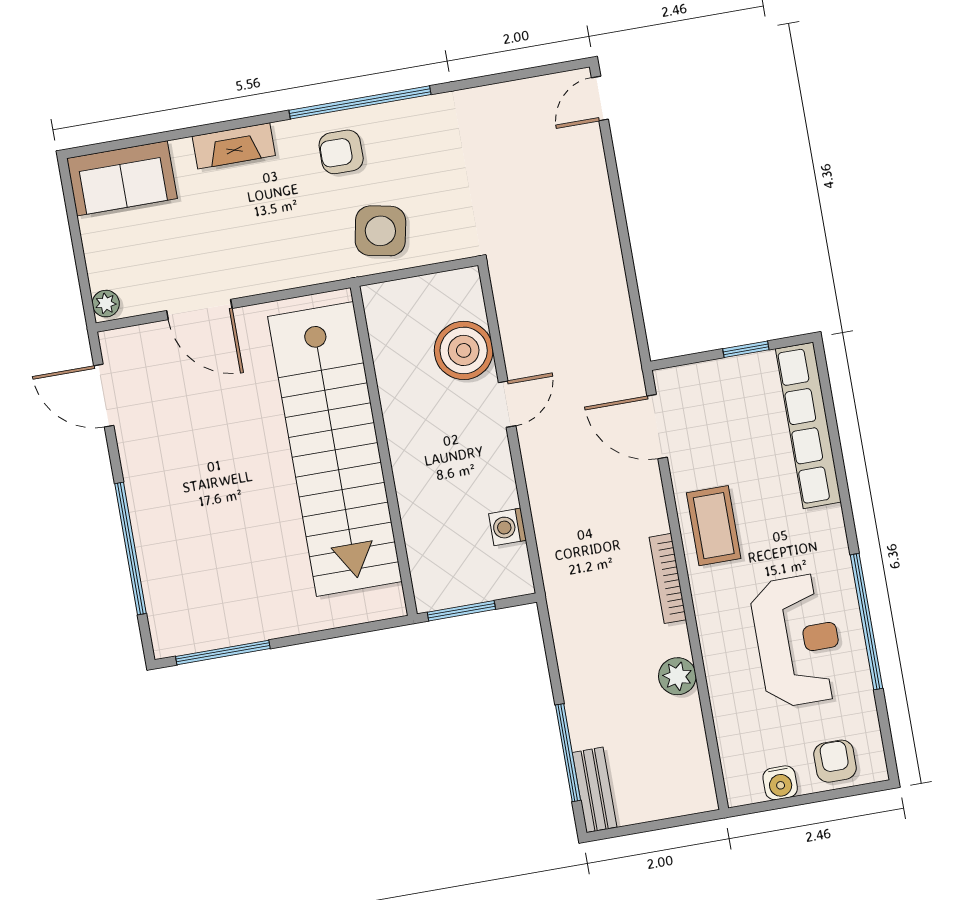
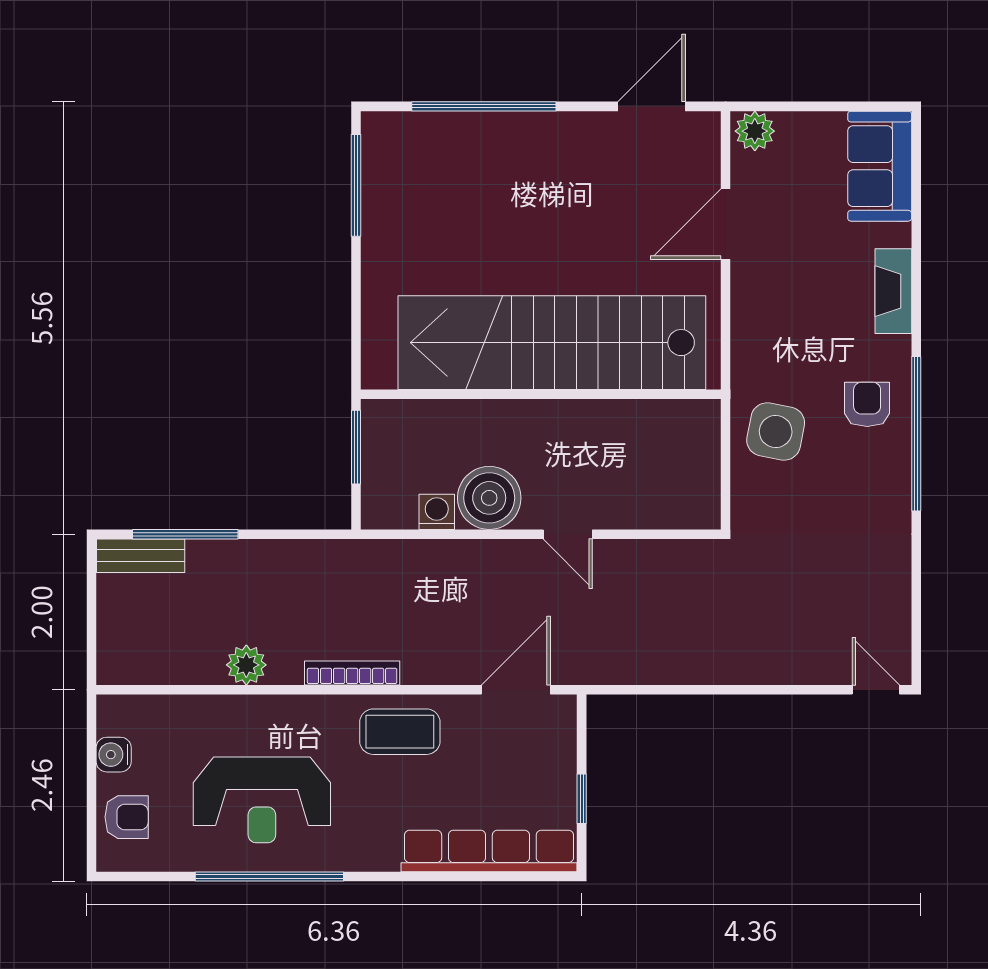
plant: (106, 304) -> (755, 131), width x1.38, depth x1.38
boiler: (464, 350) -> (489, 498), moved

